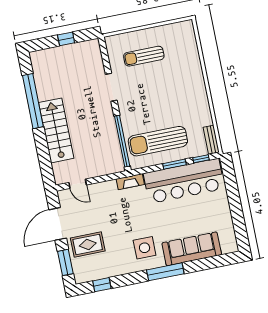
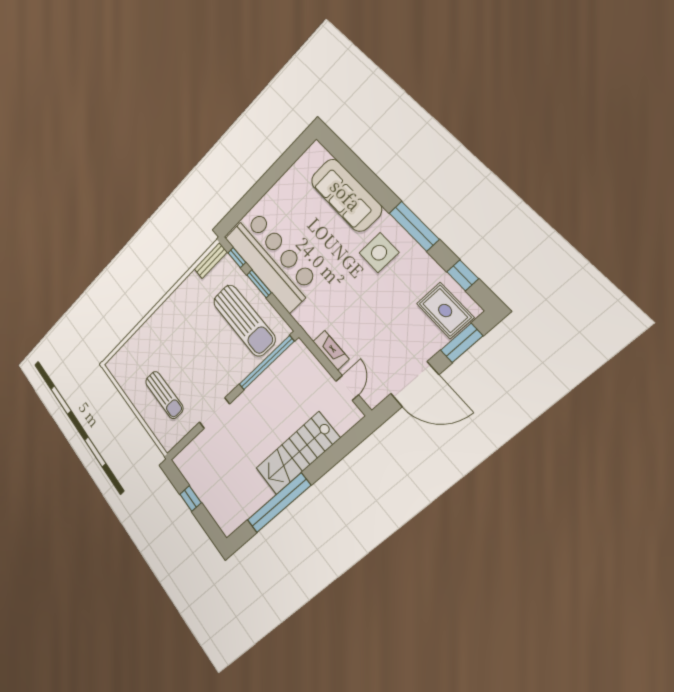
fireplace: (130, 182) -> (331, 350), moved
rug: (88, 244) -> (445, 311), moved
window: (165, 272) -> (414, 226), moved

